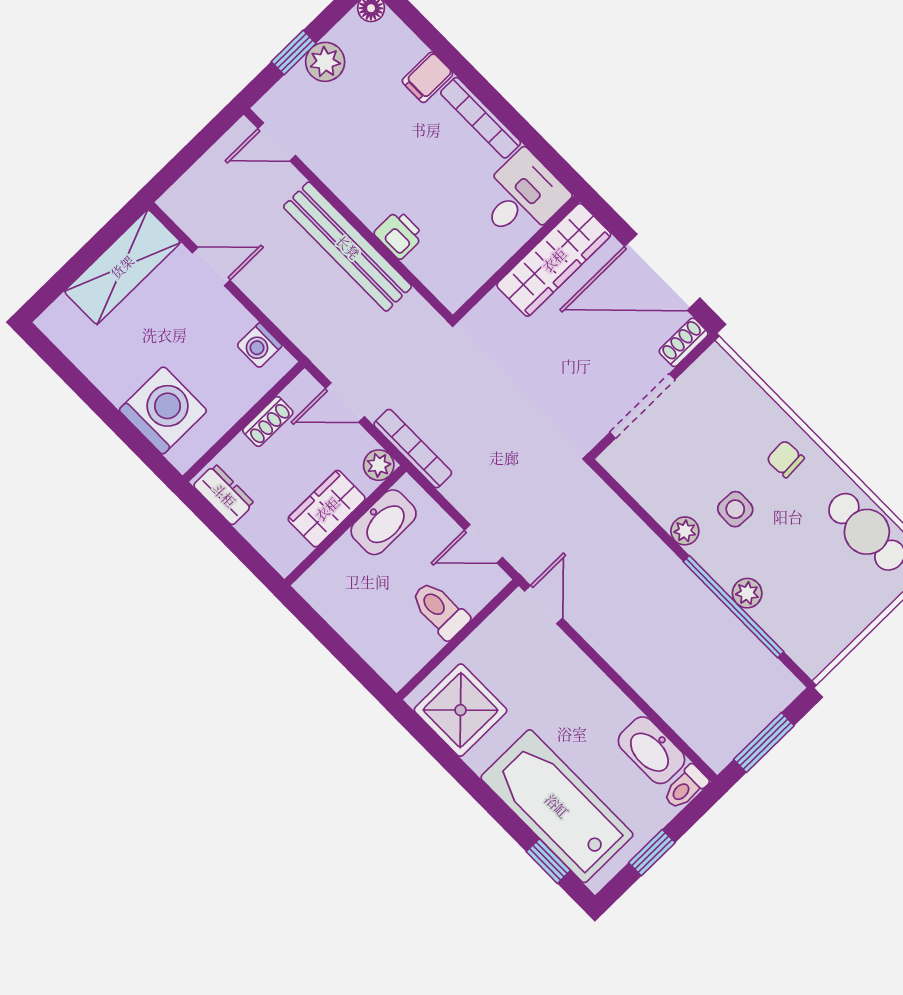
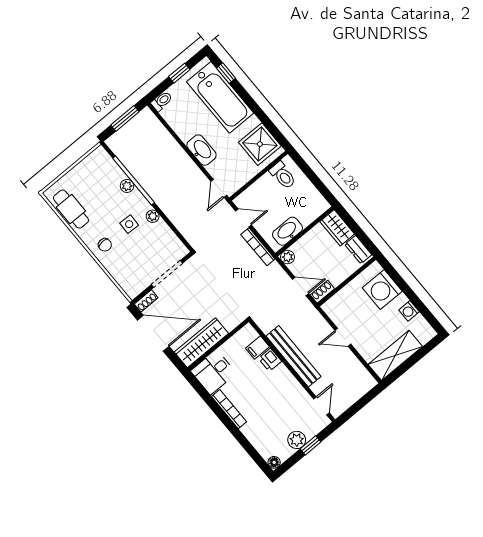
filing cabinet: (427, 77) -> (257, 347), moved, turned 180
door: (277, 142) -> (321, 406), hinge flipped
door: (211, 266) -> (343, 337), moved
washing machine: (259, 345) -> (409, 311), moved, turned 180
shoe rack: (268, 421) -> (322, 292), moved
bookcase: (413, 449) -> (258, 247), moved
wardrobe: (327, 509) -> (337, 228), moved, turned 90
toilet: (440, 610) -> (283, 175), moved
washbasin: (651, 750) -> (201, 150), moved

